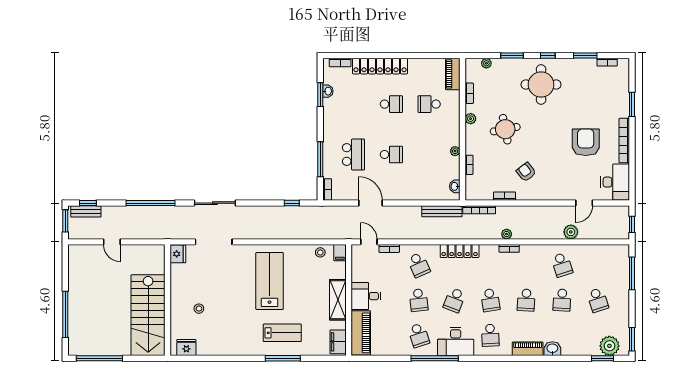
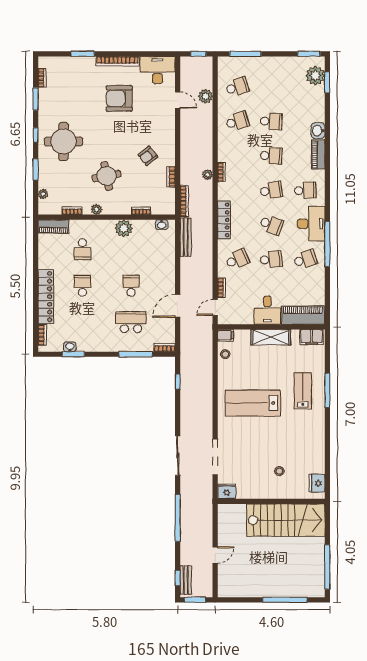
plant: (455, 151) -> (124, 228), width x1.88, depth x1.88
plant: (571, 232) -> (206, 96), moved
school desk: (598, 300) -> (237, 87), moved

